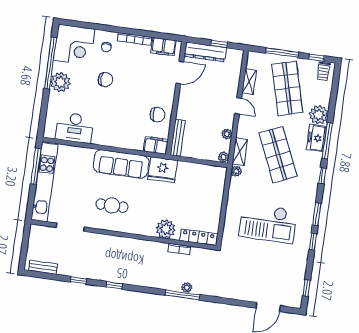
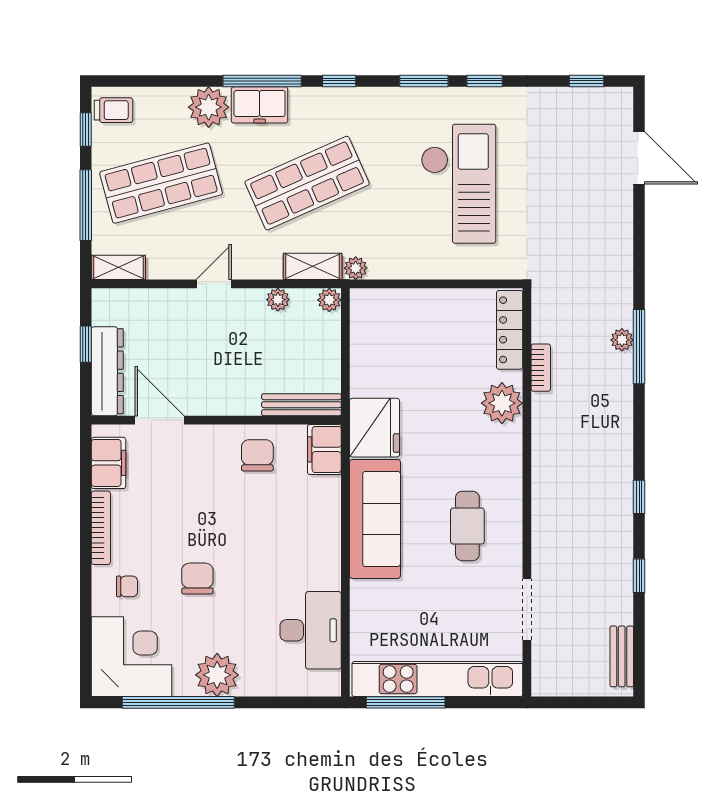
shelving: (249, 82) -> (118, 267), moved

